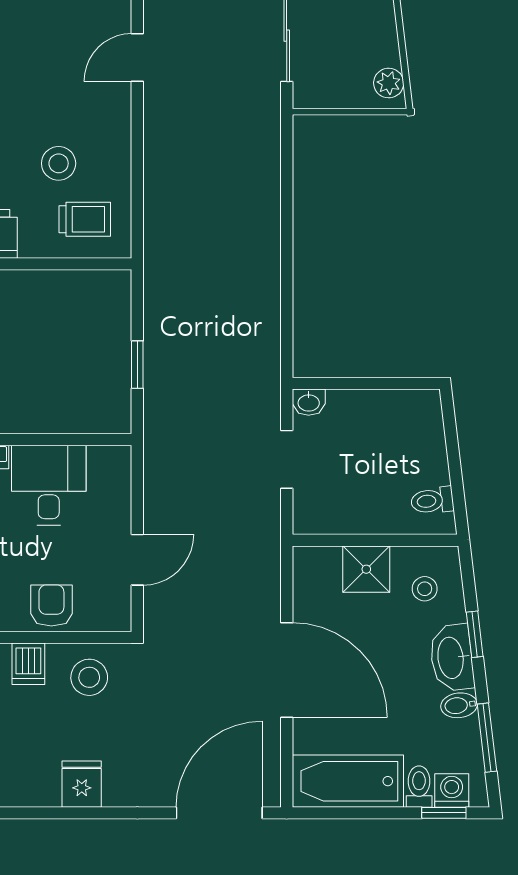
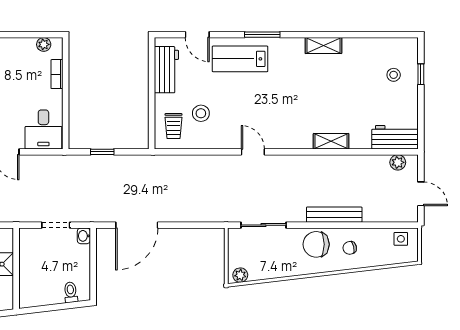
door: (287, 294) -> (137, 225), added
desk: (49, 485) -> (43, 129), moved, turned 90
toilet: (432, 501) -> (71, 292), moved

